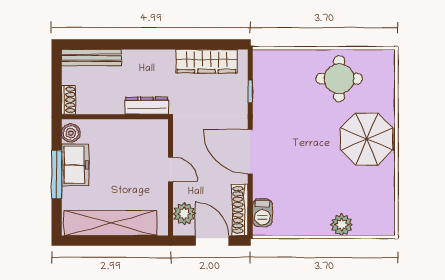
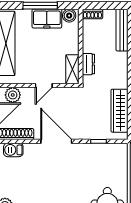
dresser: (147, 106) -> (88, 64), width x0.70
shelving: (147, 128) -> (72, 69), added
door: (250, 152) -> (56, 141), hinge flipped

